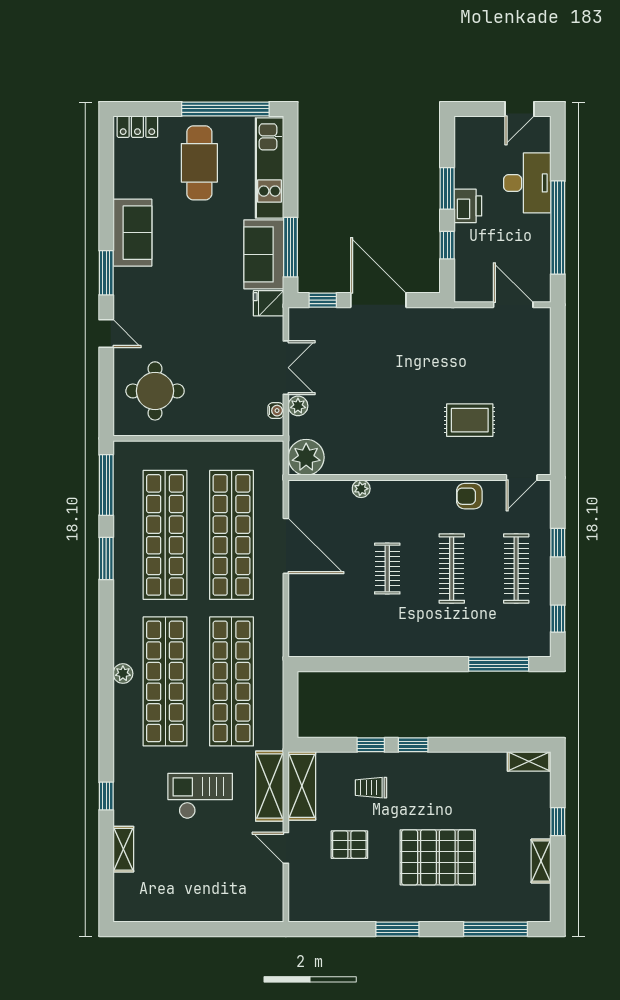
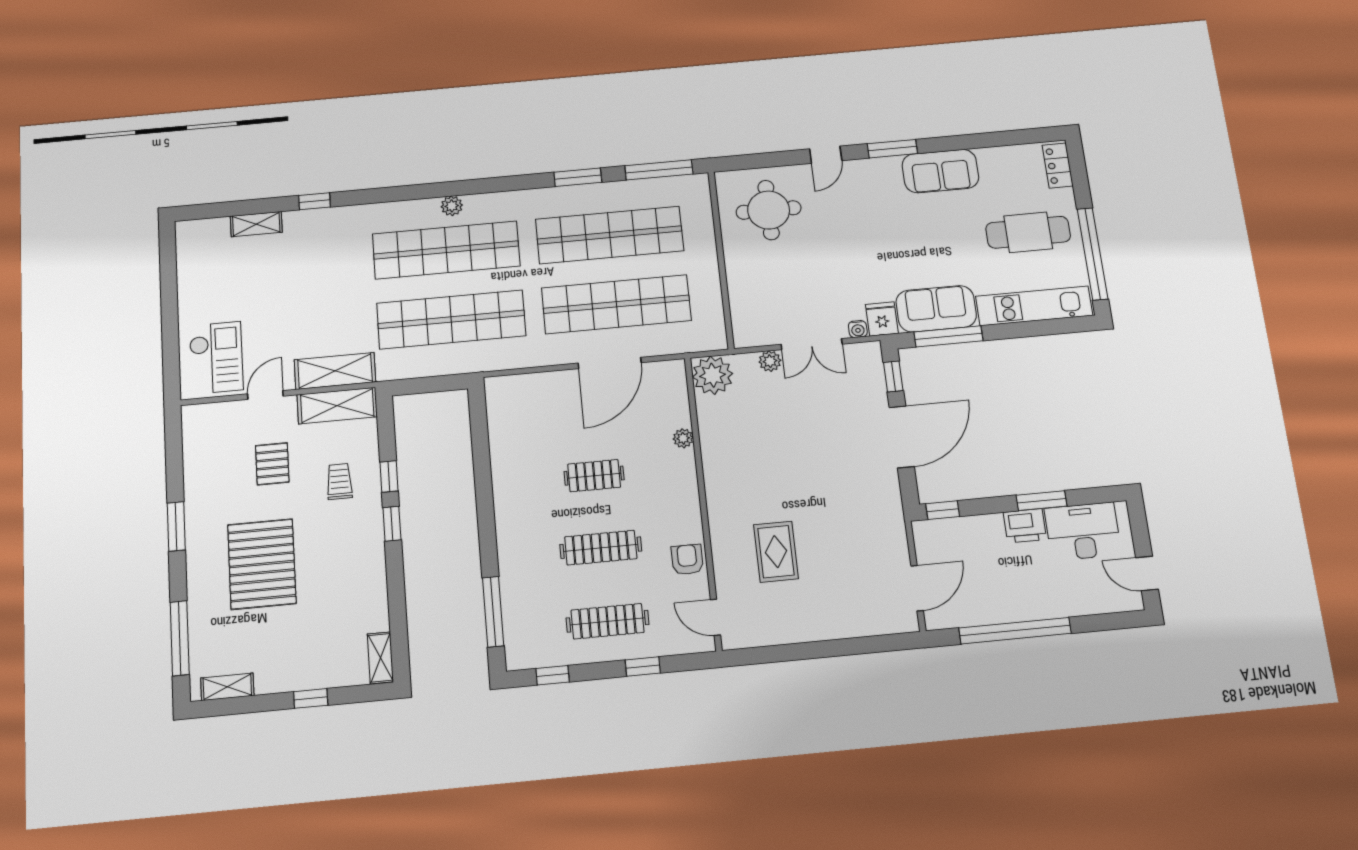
desk: (527, 183) -> (1083, 531), moved, turned 180
window: (447, 245) -> (943, 510), moved
water cooler: (276, 411) -> (858, 329), moved
checkout: (200, 796) -> (216, 358), moved
shelving: (541, 861) -> (227, 687), moved

